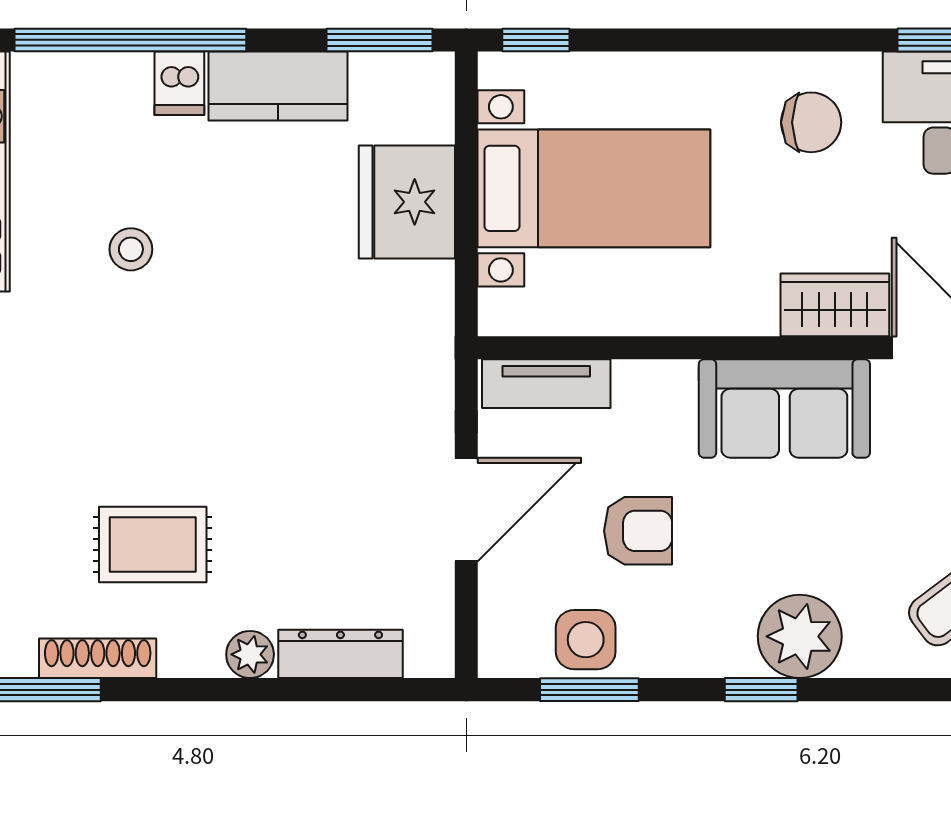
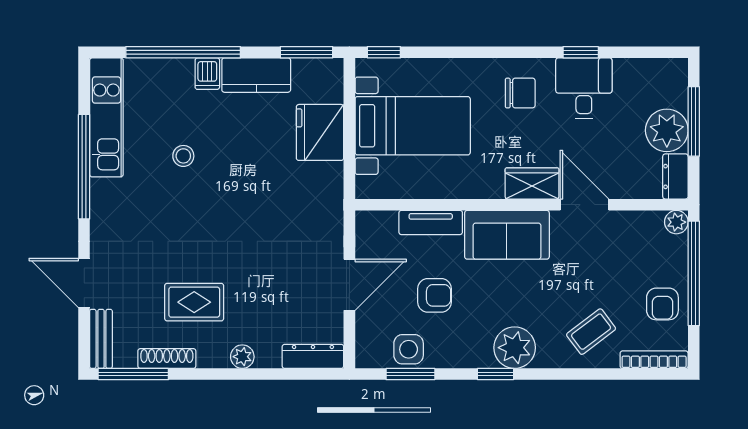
tv unit: (546, 384) -> (431, 222), moved
dresser: (340, 654) -> (313, 356), moved

